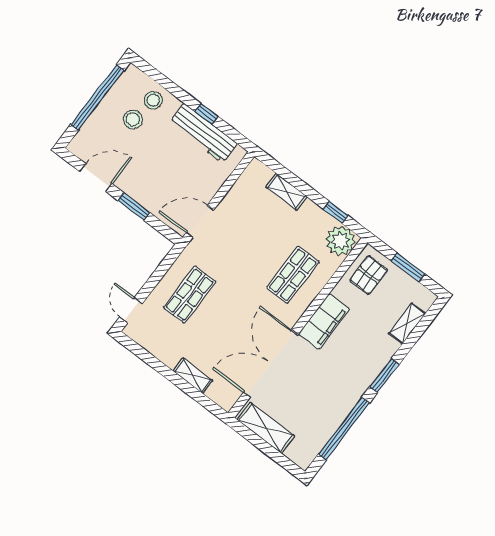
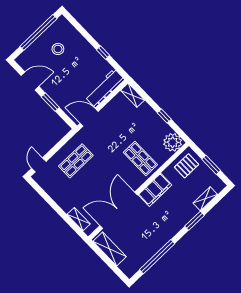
stool: (153, 100) -> (72, 39), removed
workbench: (203, 133) -> (105, 88), moved, turned 90
shelving: (287, 192) -> (133, 95), moved
window: (336, 212) -> (164, 116), moved
shop shelf: (293, 275) -> (140, 159), turned 90
window: (385, 375) -> (194, 221), moved
shelving: (193, 376) -> (79, 219), moved

